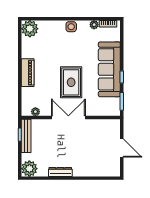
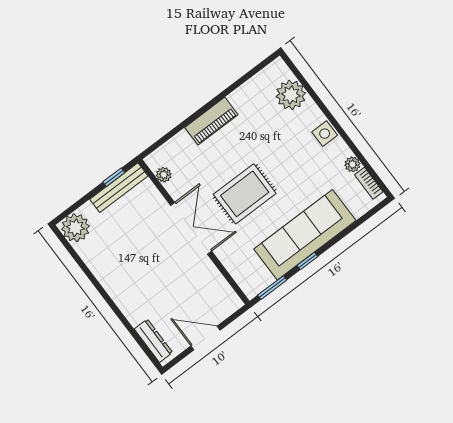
plant: (30, 29) -> (291, 95), moved
door: (122, 148) -> (206, 338), swing flipped
dresser: (60, 172) -> (153, 341), moved

